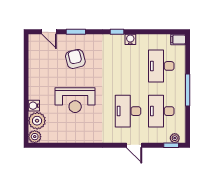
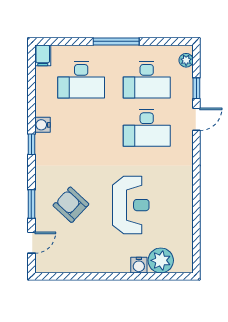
armchair: (75, 59) -> (71, 205), turned 57
plant: (35, 137) -> (184, 264), removed
window: (171, 145) -> (196, 88), moved

